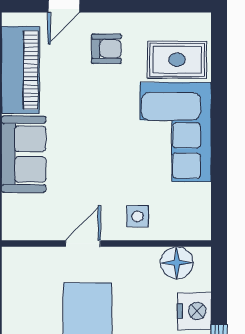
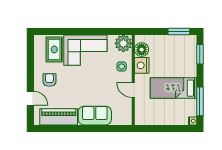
plant: (191, 220) -> (123, 43), added
nightstand: (194, 311) -> (142, 65), moved, turned -90

